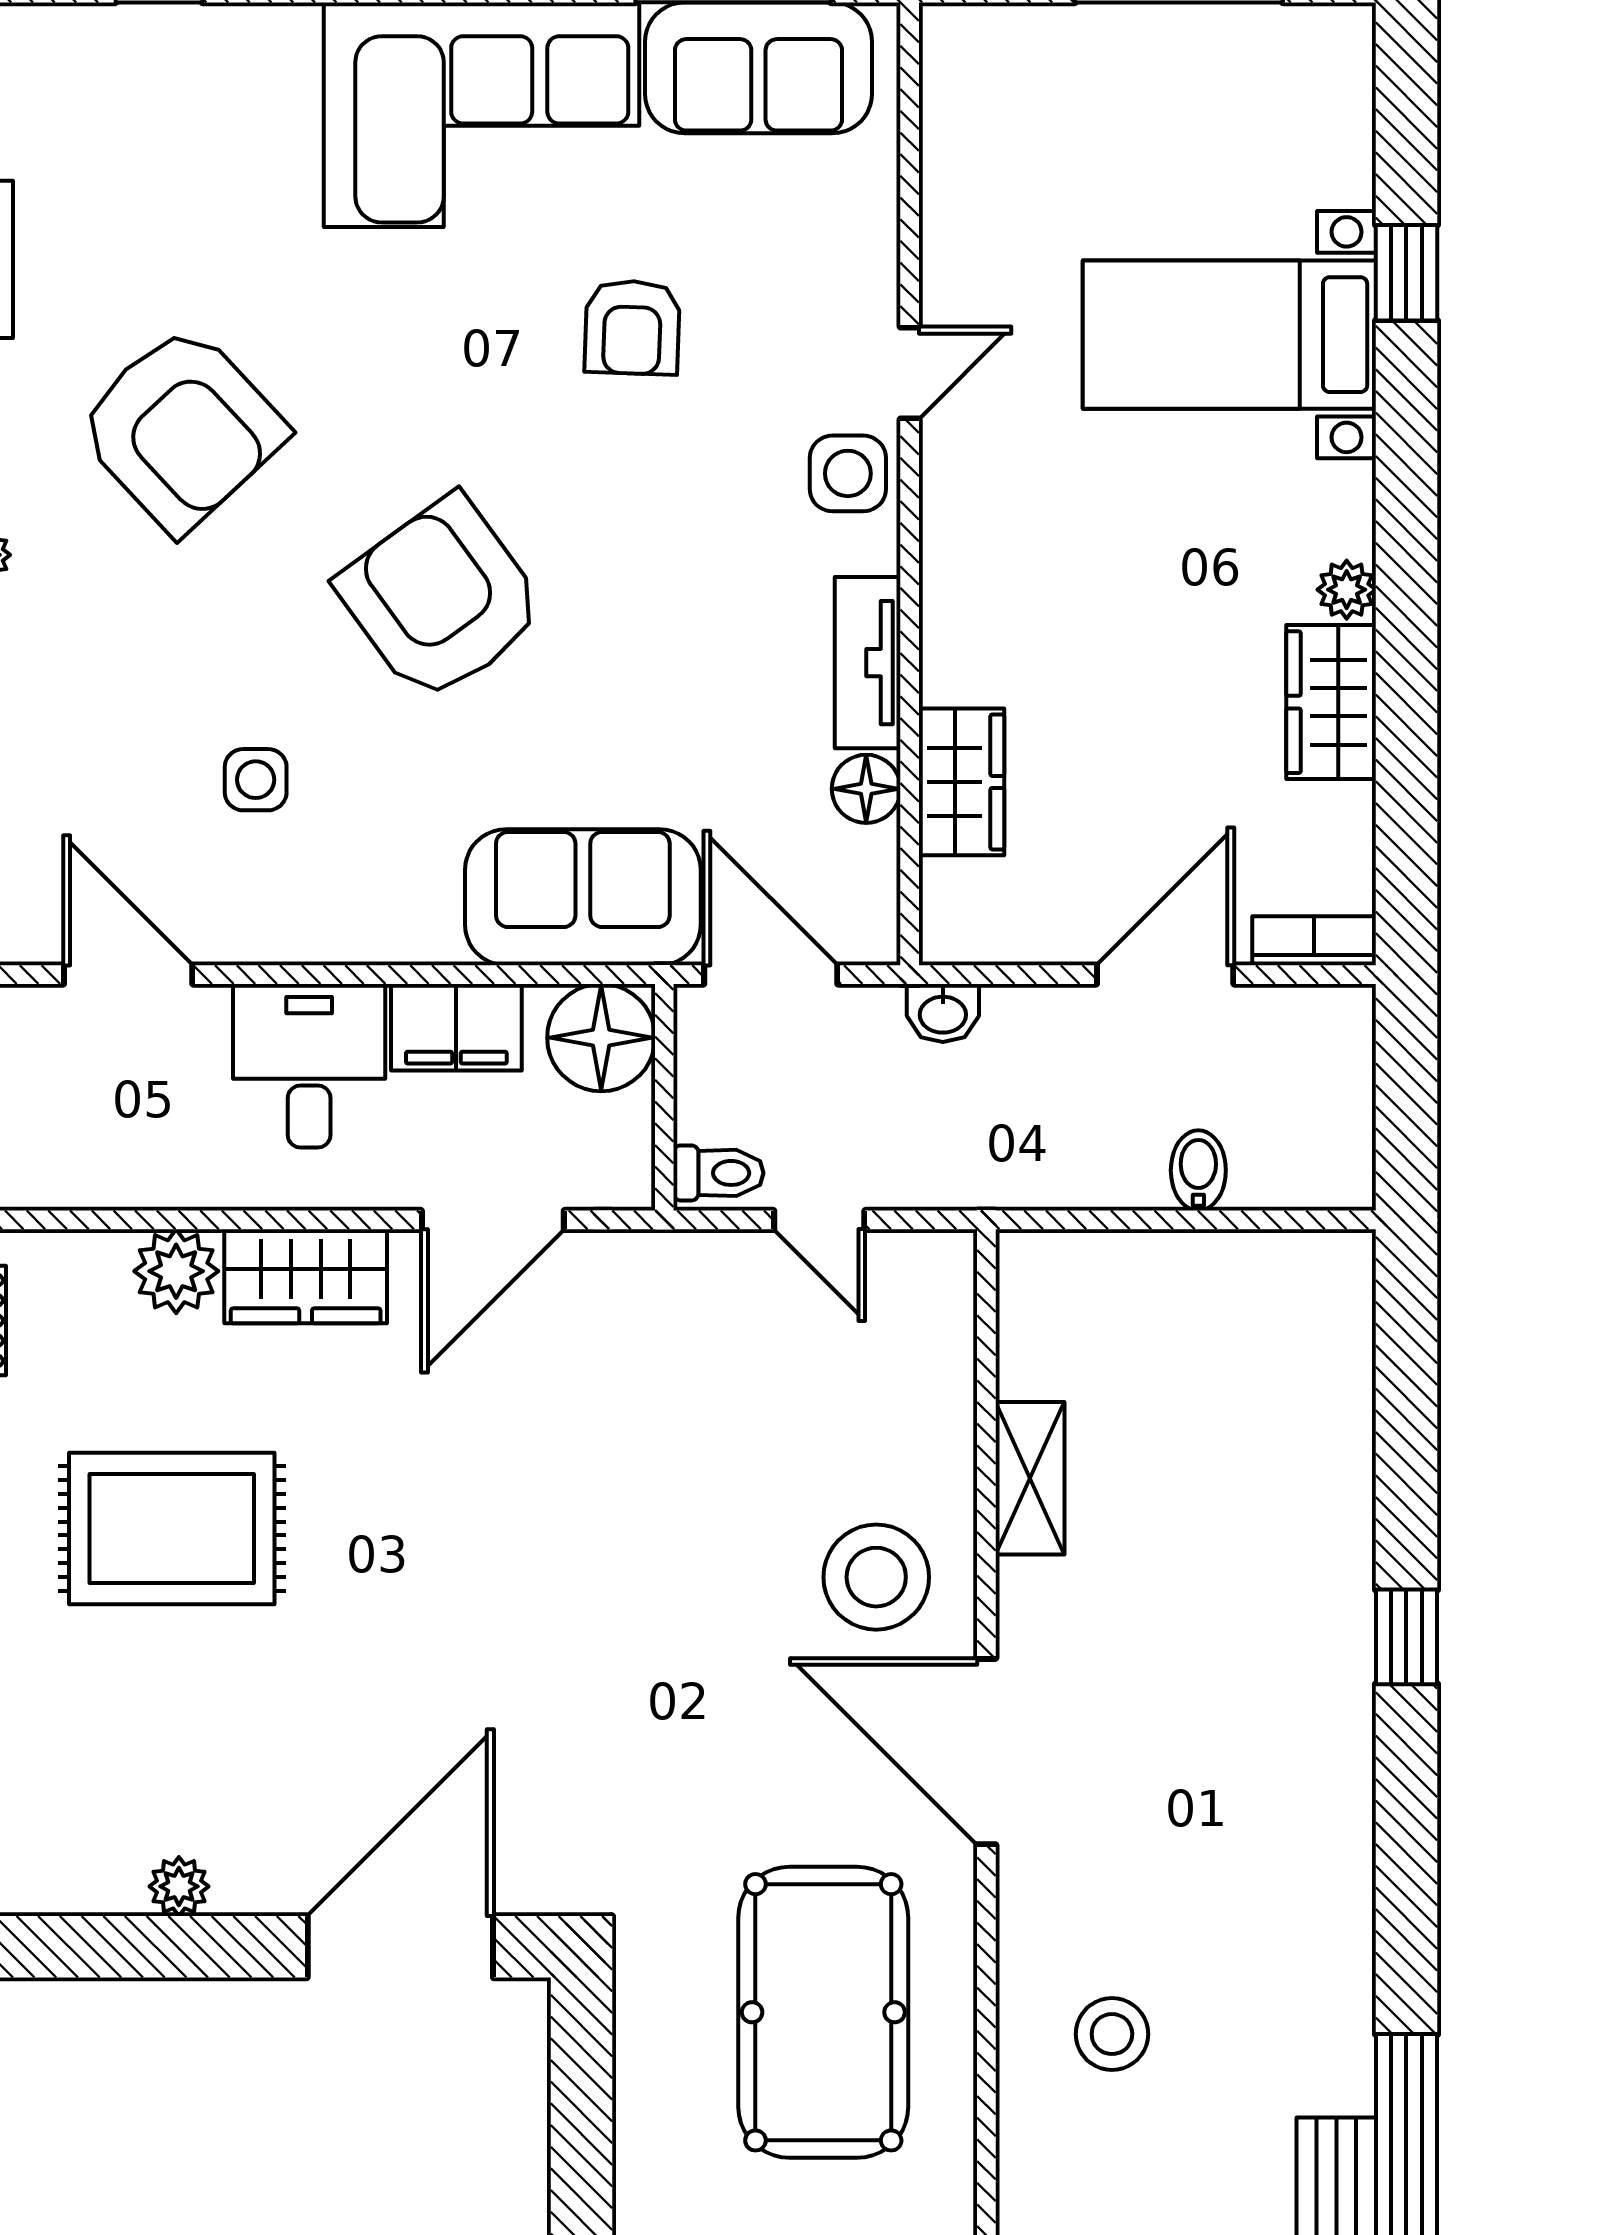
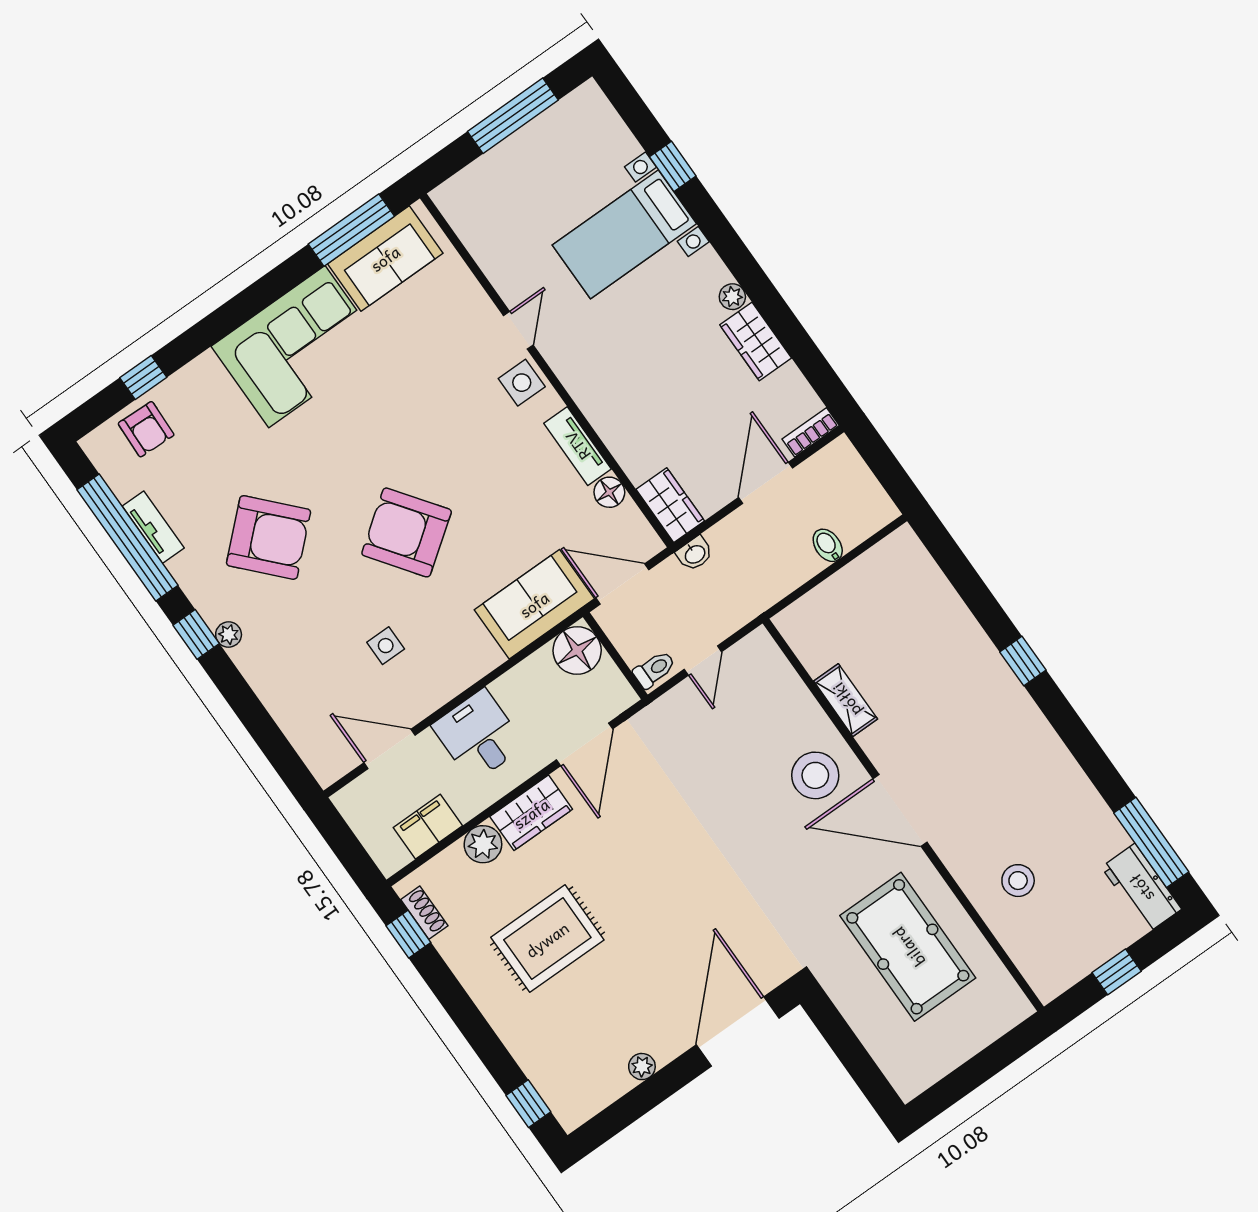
armchair: (632, 327) -> (146, 429), moved
wardrobe: (961, 782) -> (670, 505), moved
filing cabinet: (456, 1027) -> (428, 827), moved, turned 180
door: (819, 1220) -> (703, 661), hinge flipped

